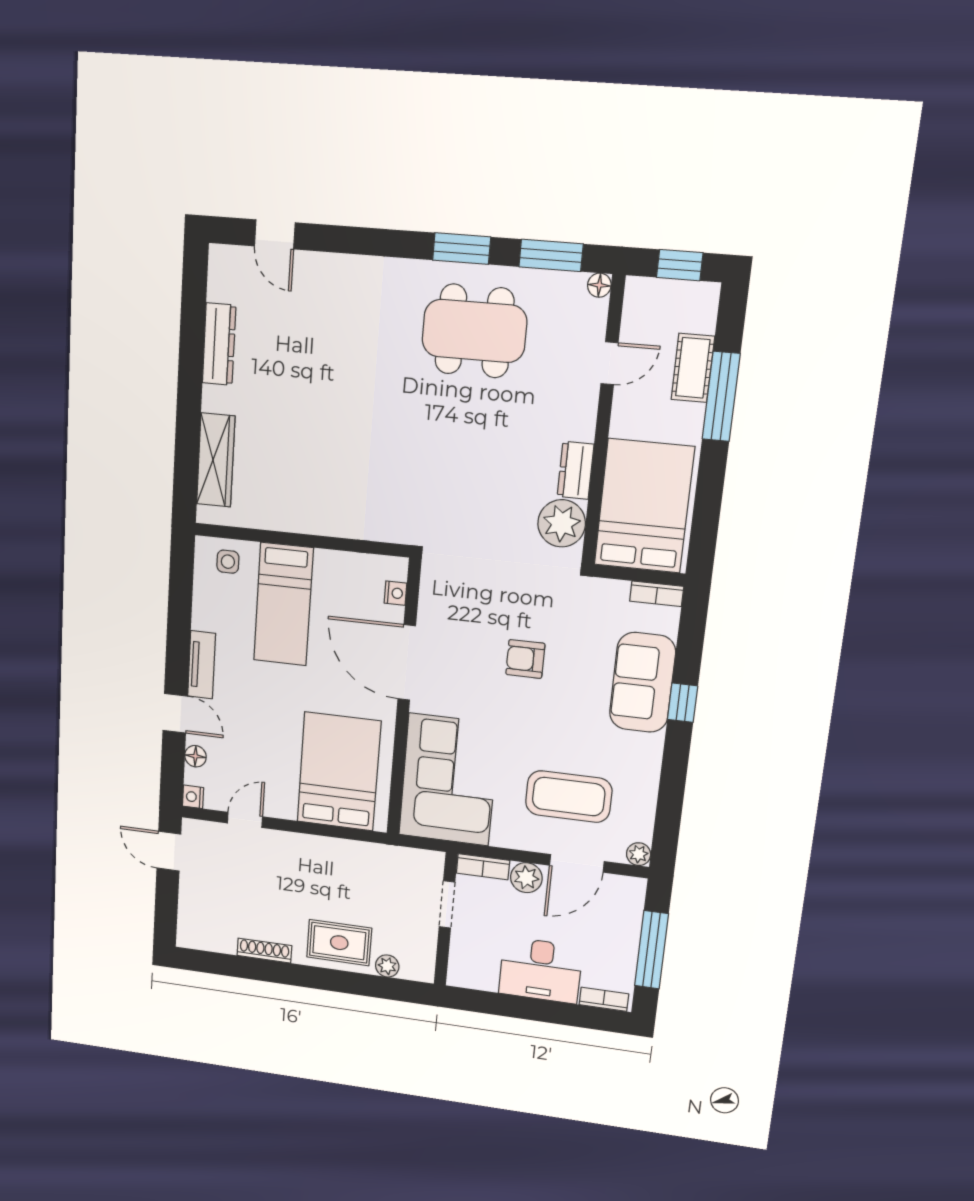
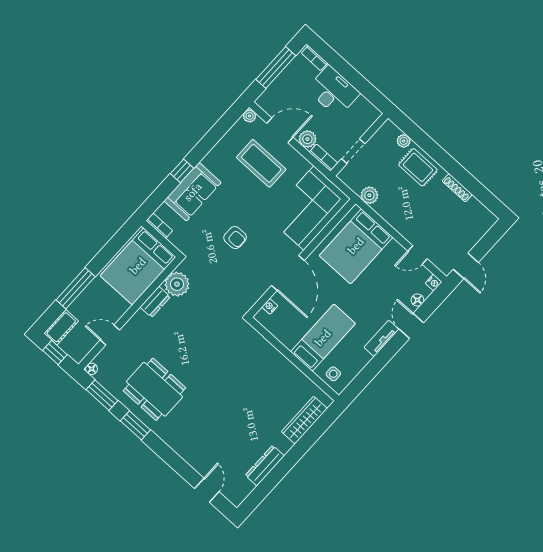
cot: (693, 368) -> (61, 327), moved
plant: (376, 858) -> (369, 195), added

